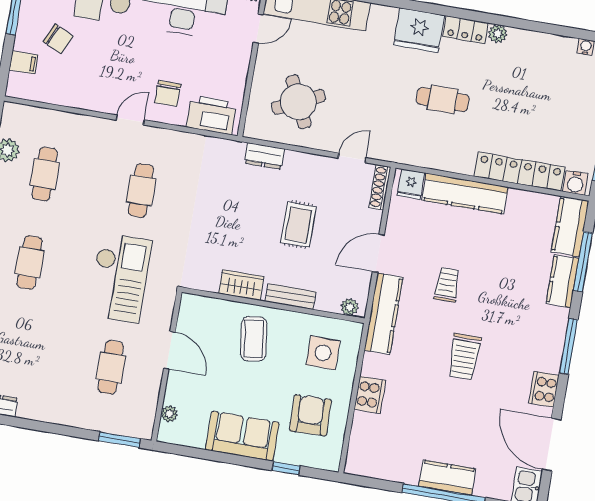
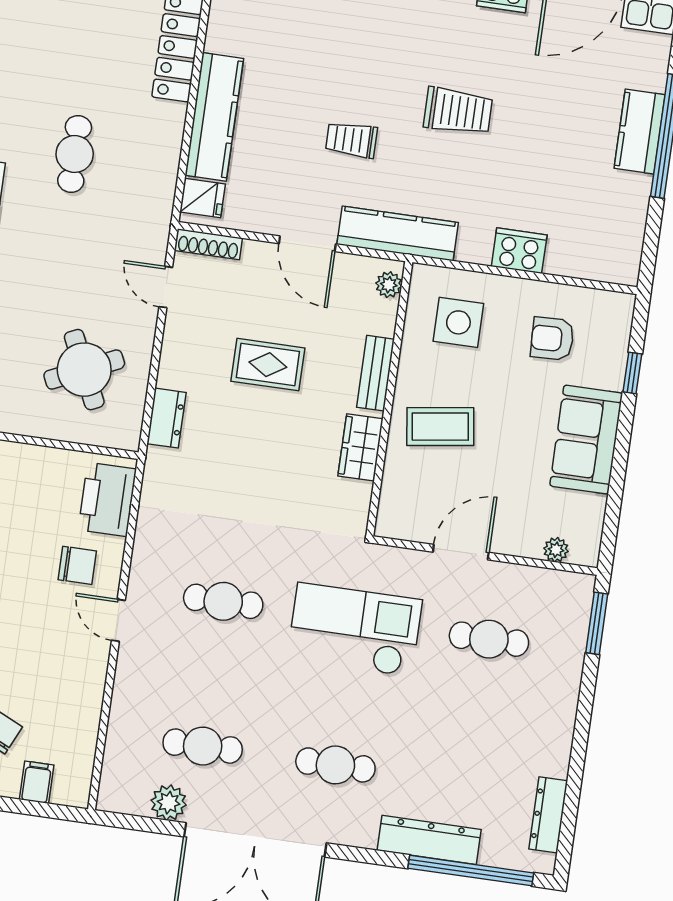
armchair: (310, 415) -> (552, 339), width x0.72, depth x0.72

